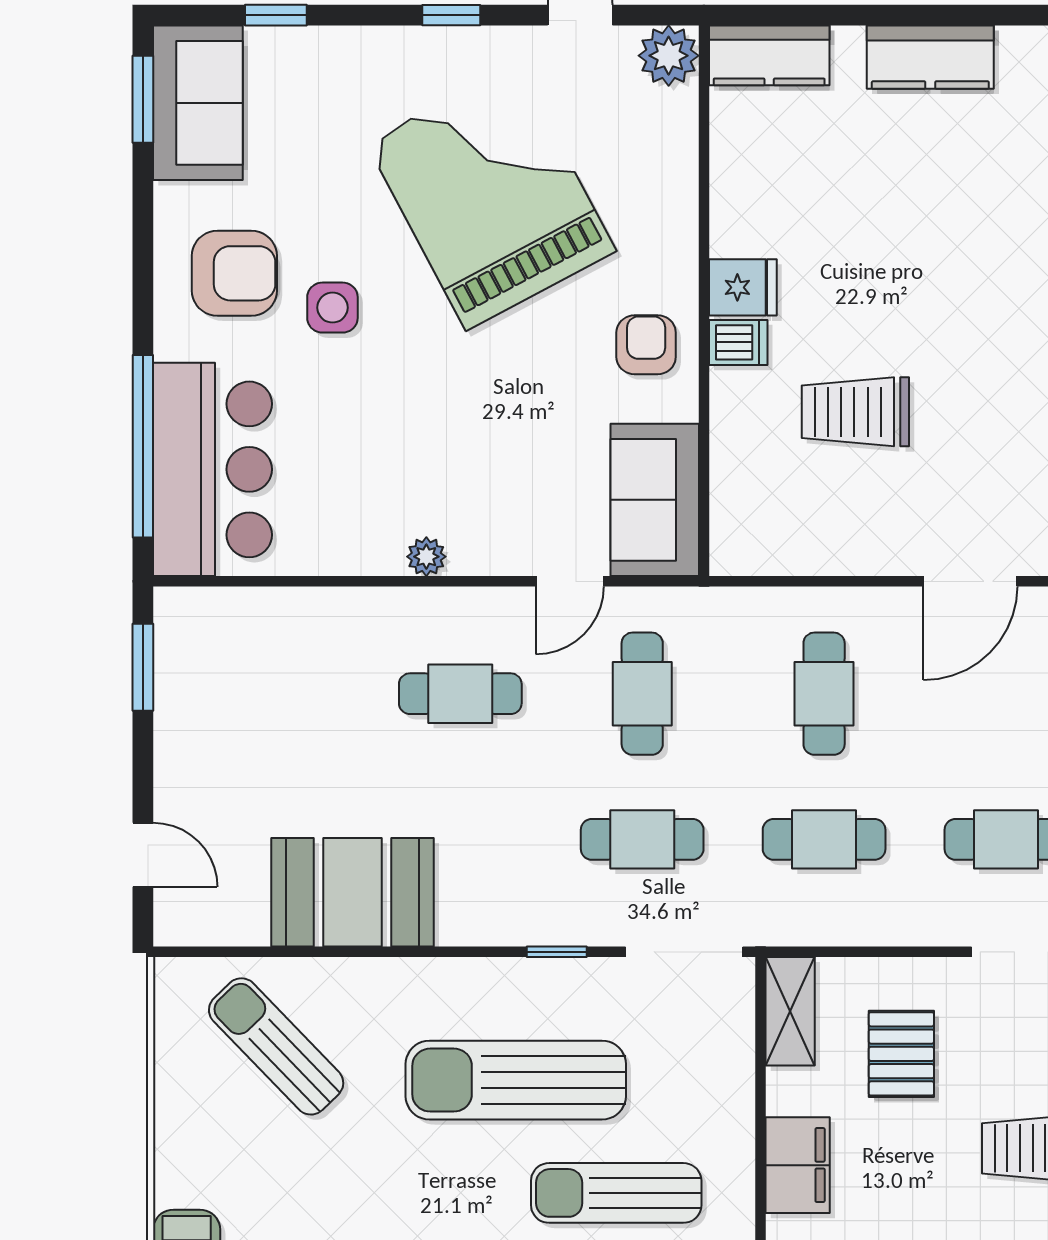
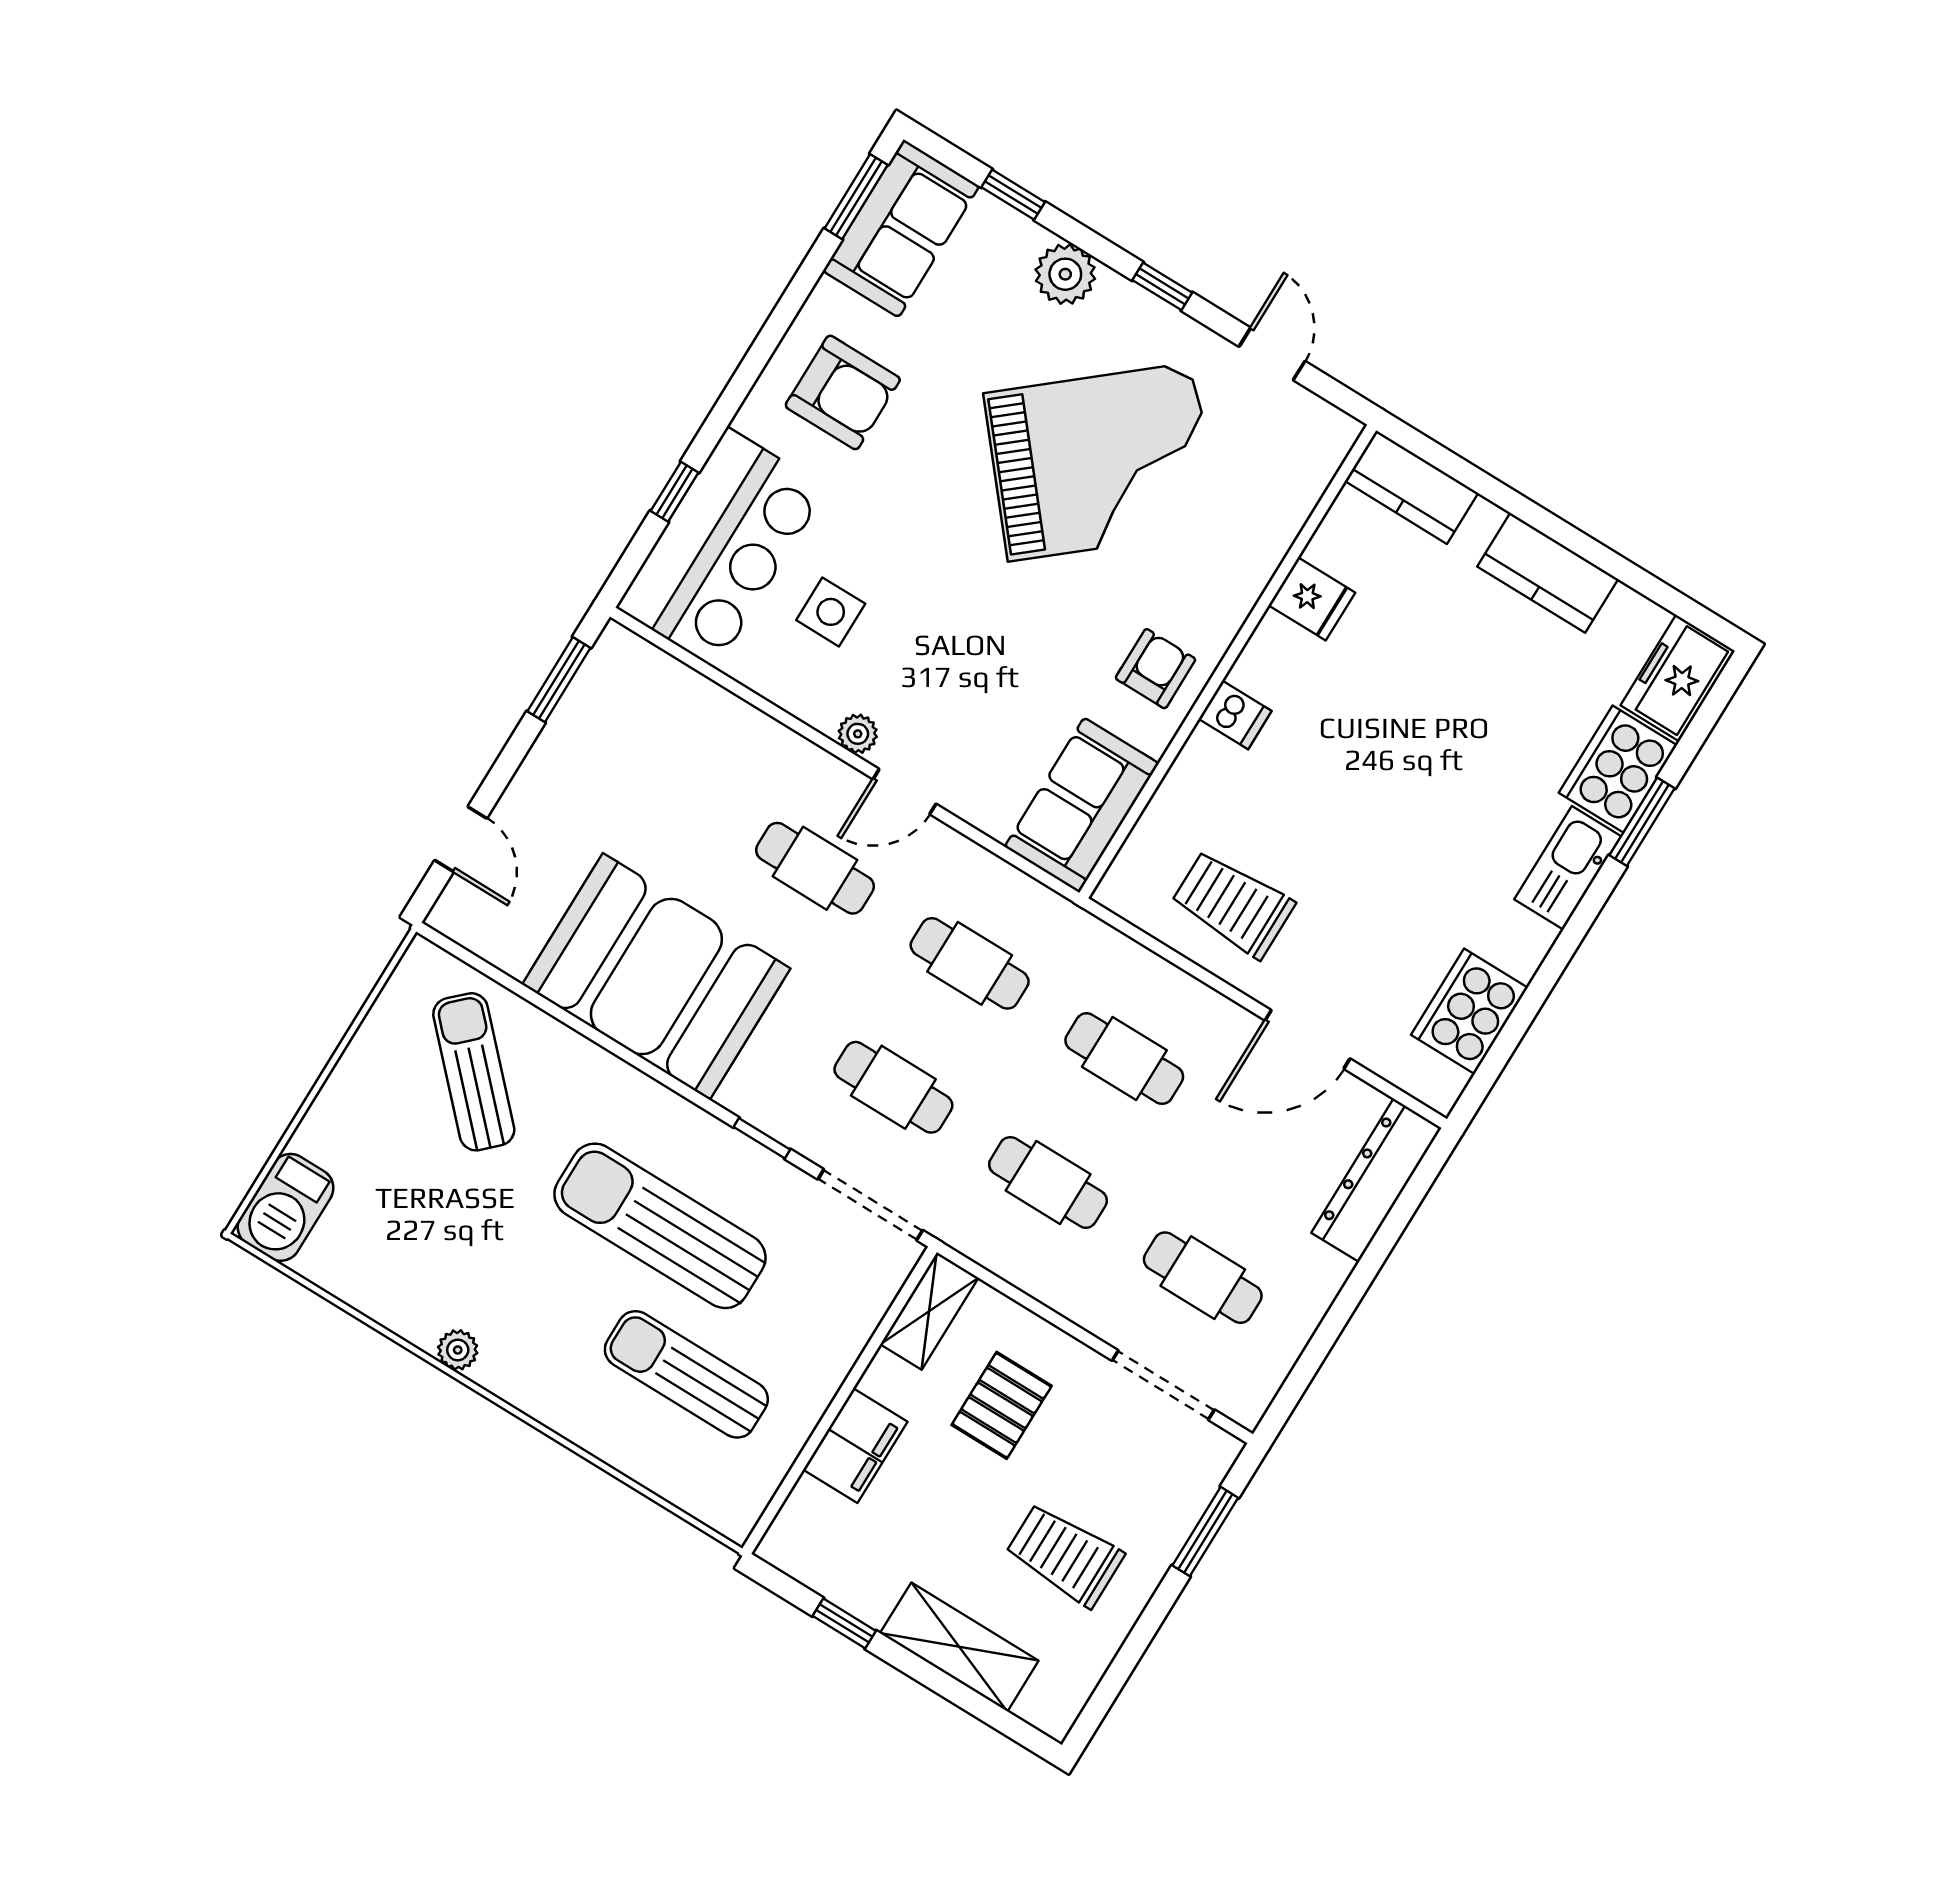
plant: (669, 56) -> (1065, 274), moved
grand piano: (491, 197) -> (1101, 462), turned 78
fridge: (743, 287) -> (1312, 599), moved
side table: (332, 308) -> (831, 612), moved
trolley: (855, 412) -> (1233, 904), moved
window: (143, 446) -> (674, 492), width x0.32
door: (570, 581) -> (904, 791), moved
cafe table: (642, 694) -> (970, 963), turned 90
cafe table: (824, 694) -> (1124, 1059), turned 90
booth: (353, 892) -> (656, 976), width x1.36, depth x1.42

